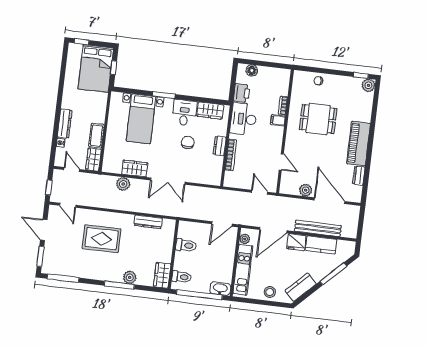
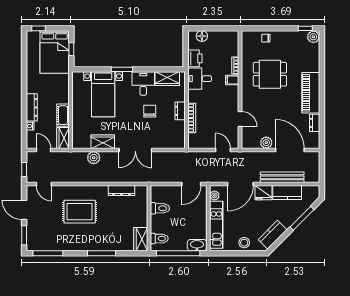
desk: (244, 119) -> (200, 79), width x0.73
plant: (130, 277) -> (111, 245), removed

